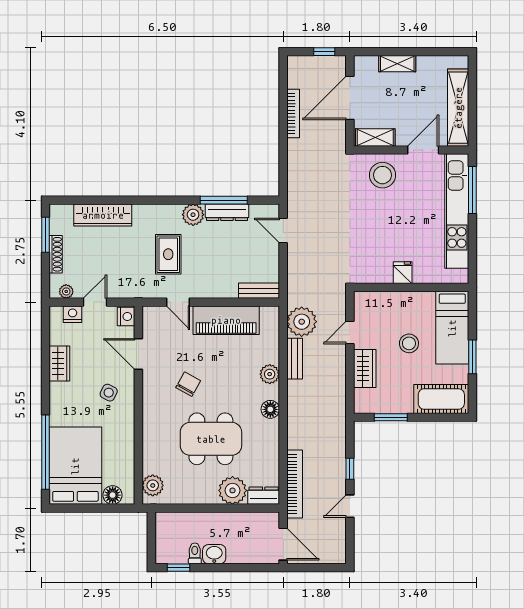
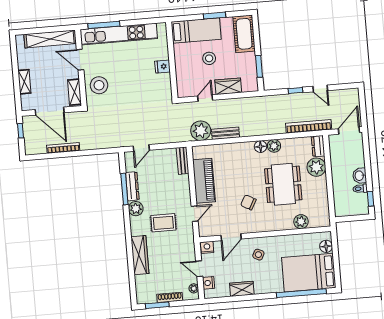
wardrobe: (103, 215) -> (140, 255), moved
door: (350, 332) -> (205, 98), swing flipped
plant: (270, 374) -> (274, 146), moved
plant: (153, 485) -> (301, 222), moved

